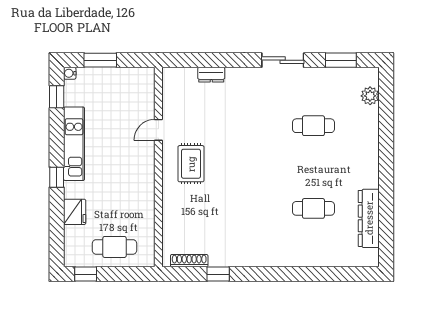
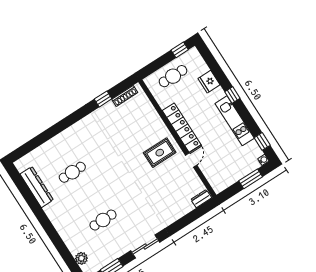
dresser: (211, 75) -> (201, 199), moved
rug: (191, 164) -> (160, 153), turned 90
locker: (145, 177) -> (182, 128), added

